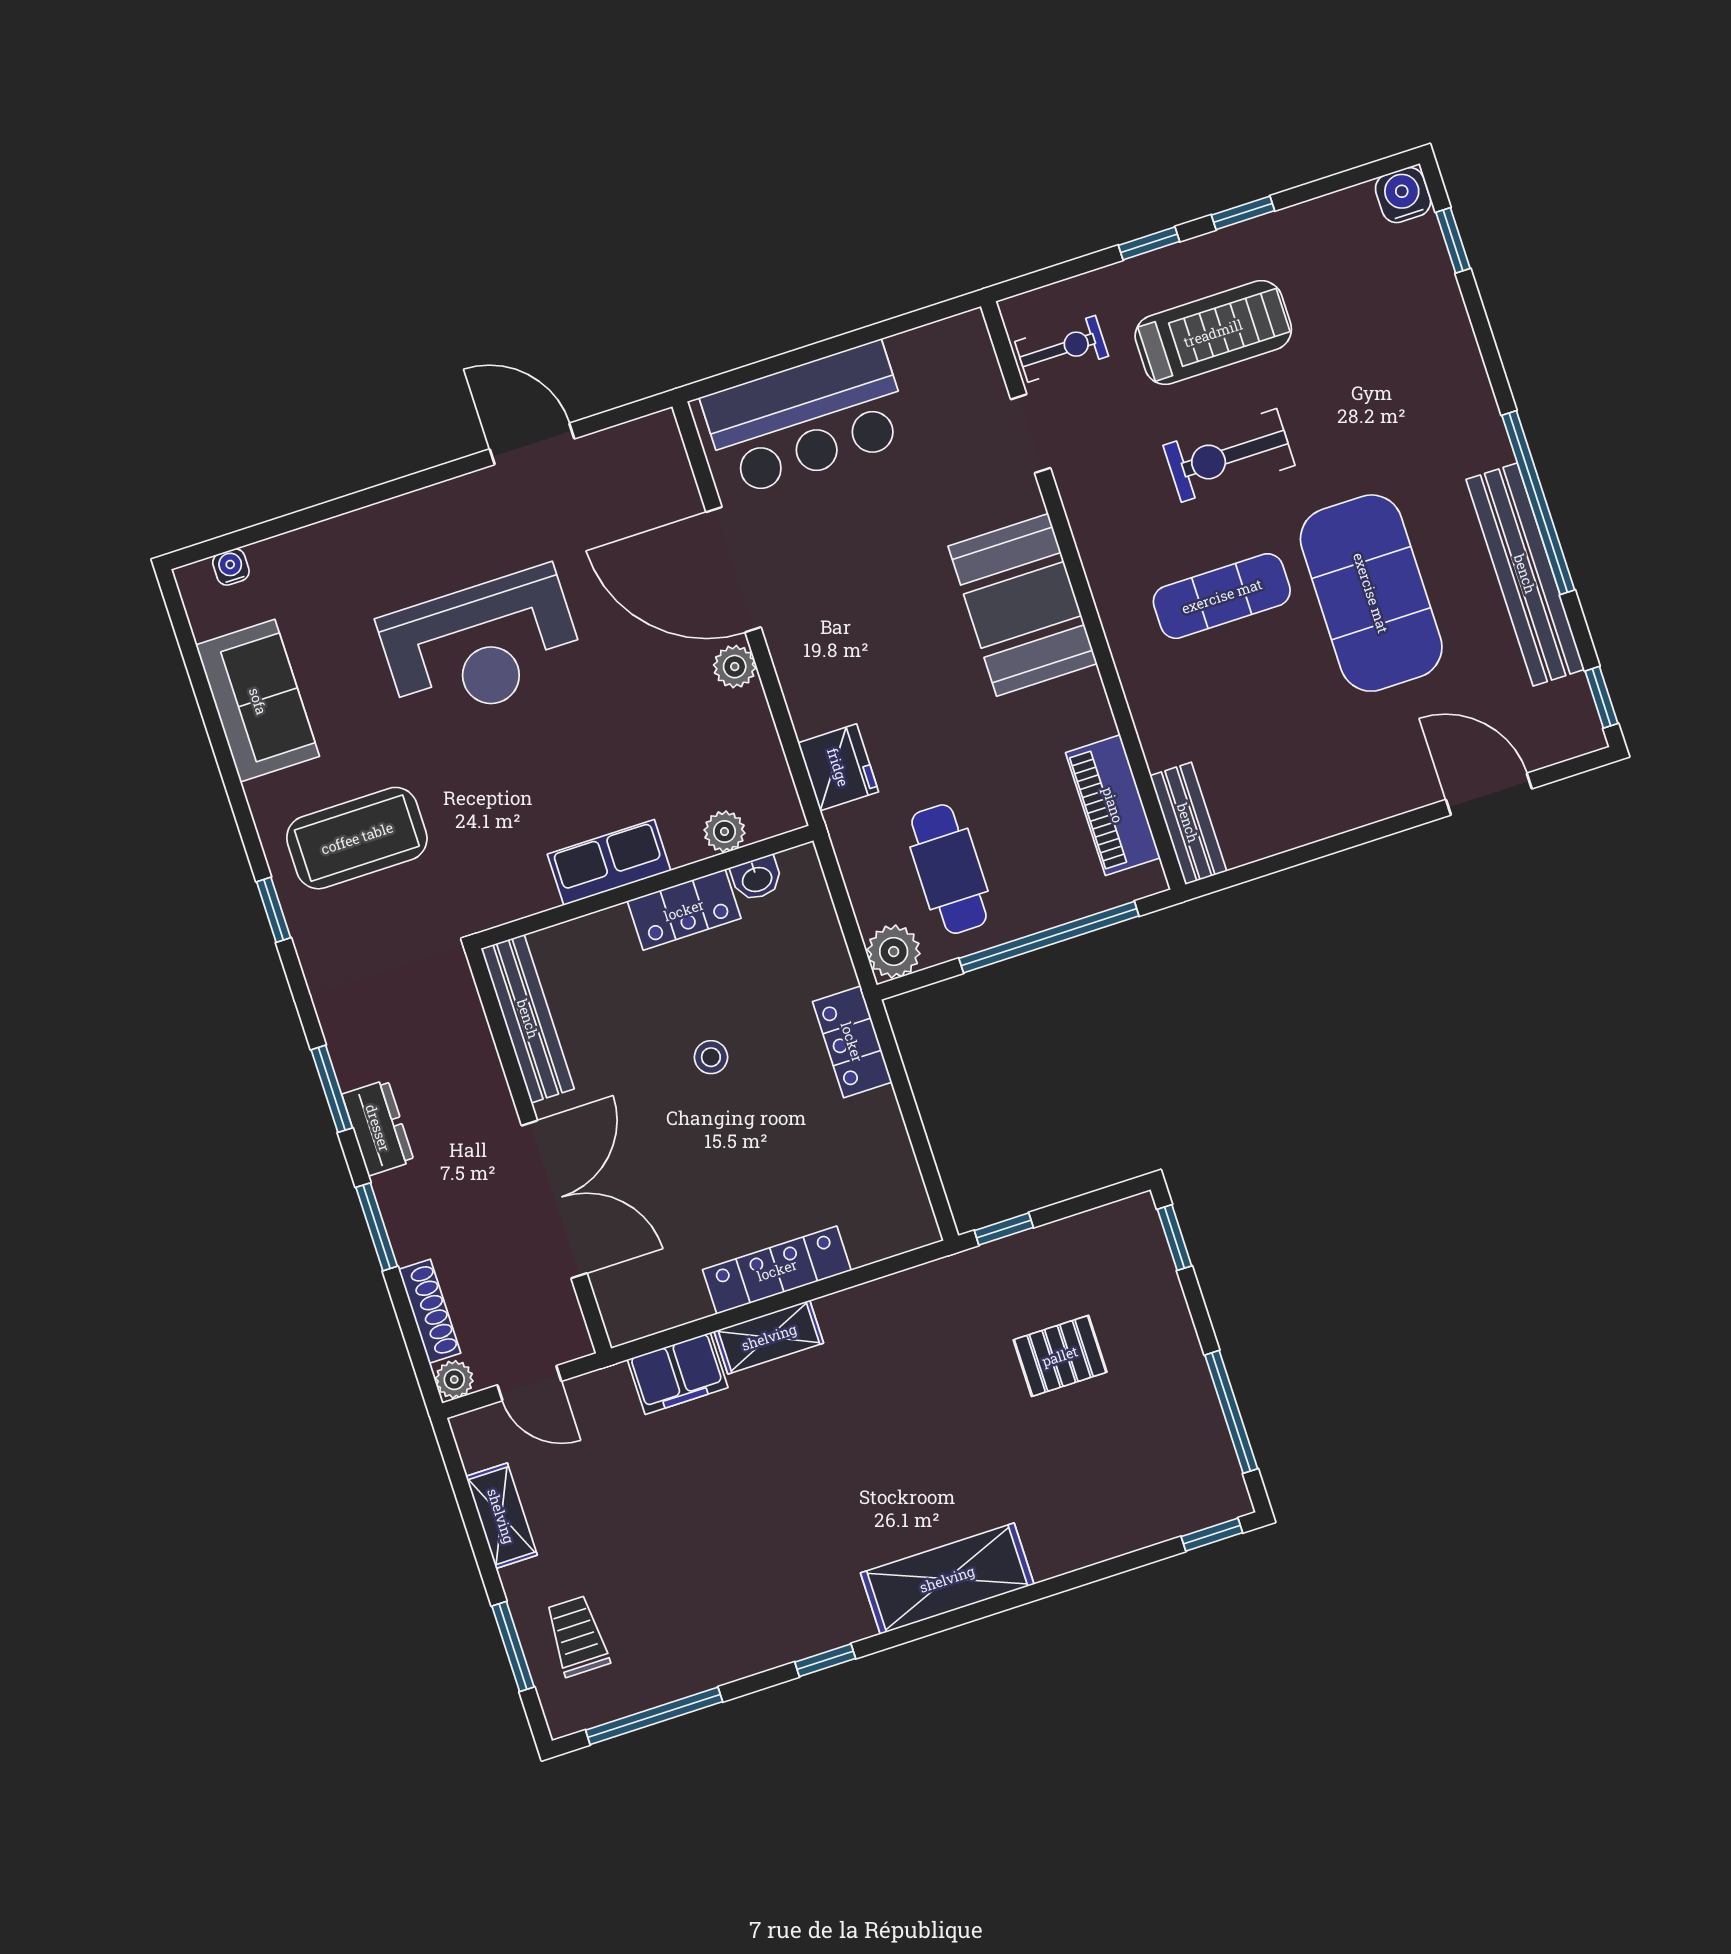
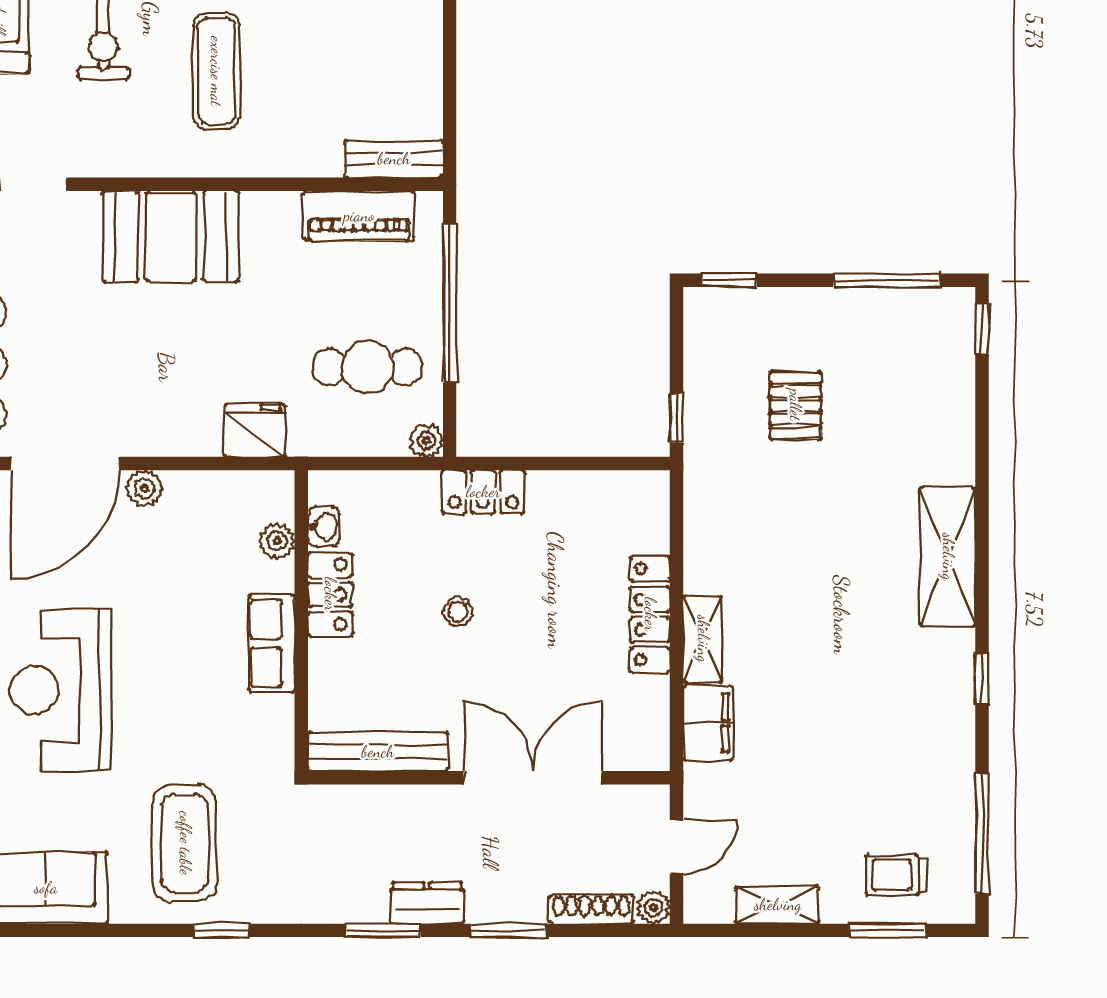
reception desk: (481, 646) -> (61, 690), turned 180
plant: (894, 952) -> (426, 440), width x0.73, depth x0.73

